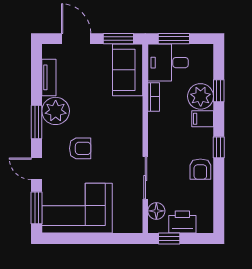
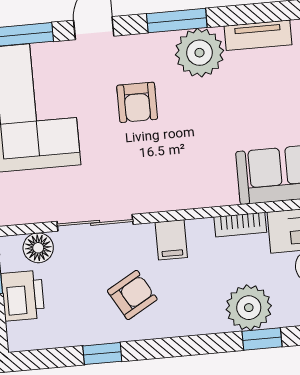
filing cabinet: (203, 119) -> (171, 240), moved, turned 180
window: (219, 147) -> (102, 354), moved
armchair: (200, 169) -> (132, 295), moved, turned 150

